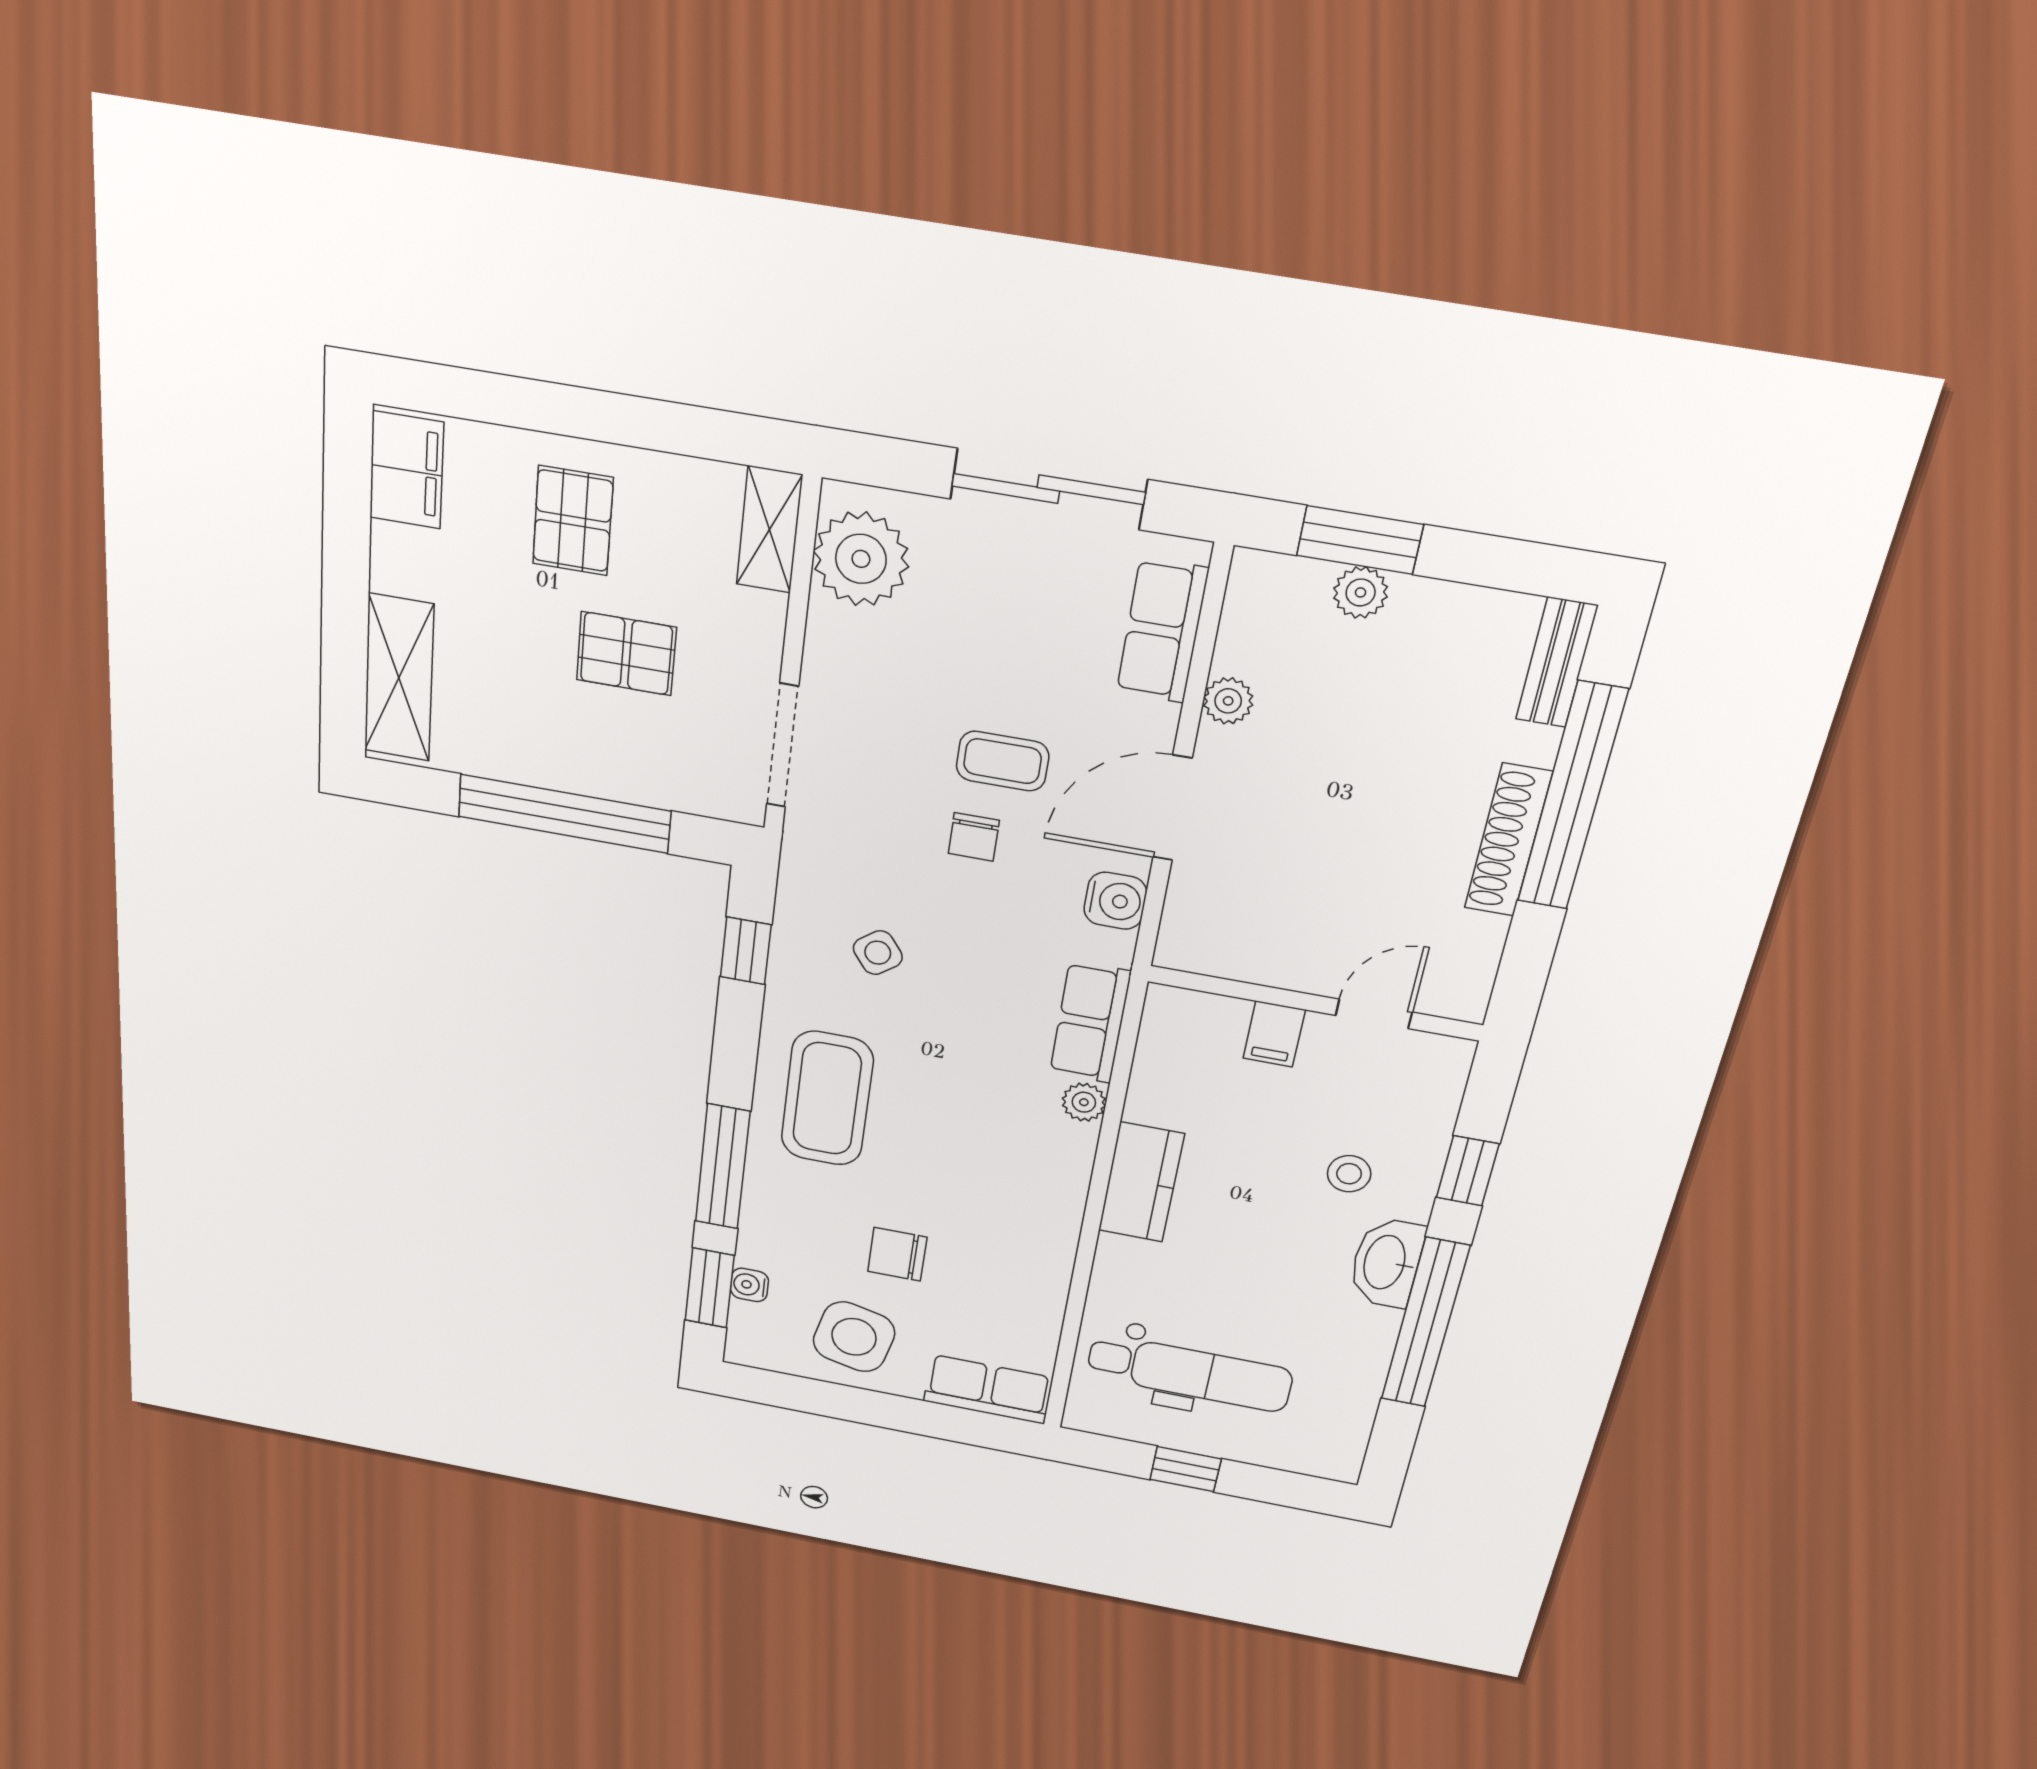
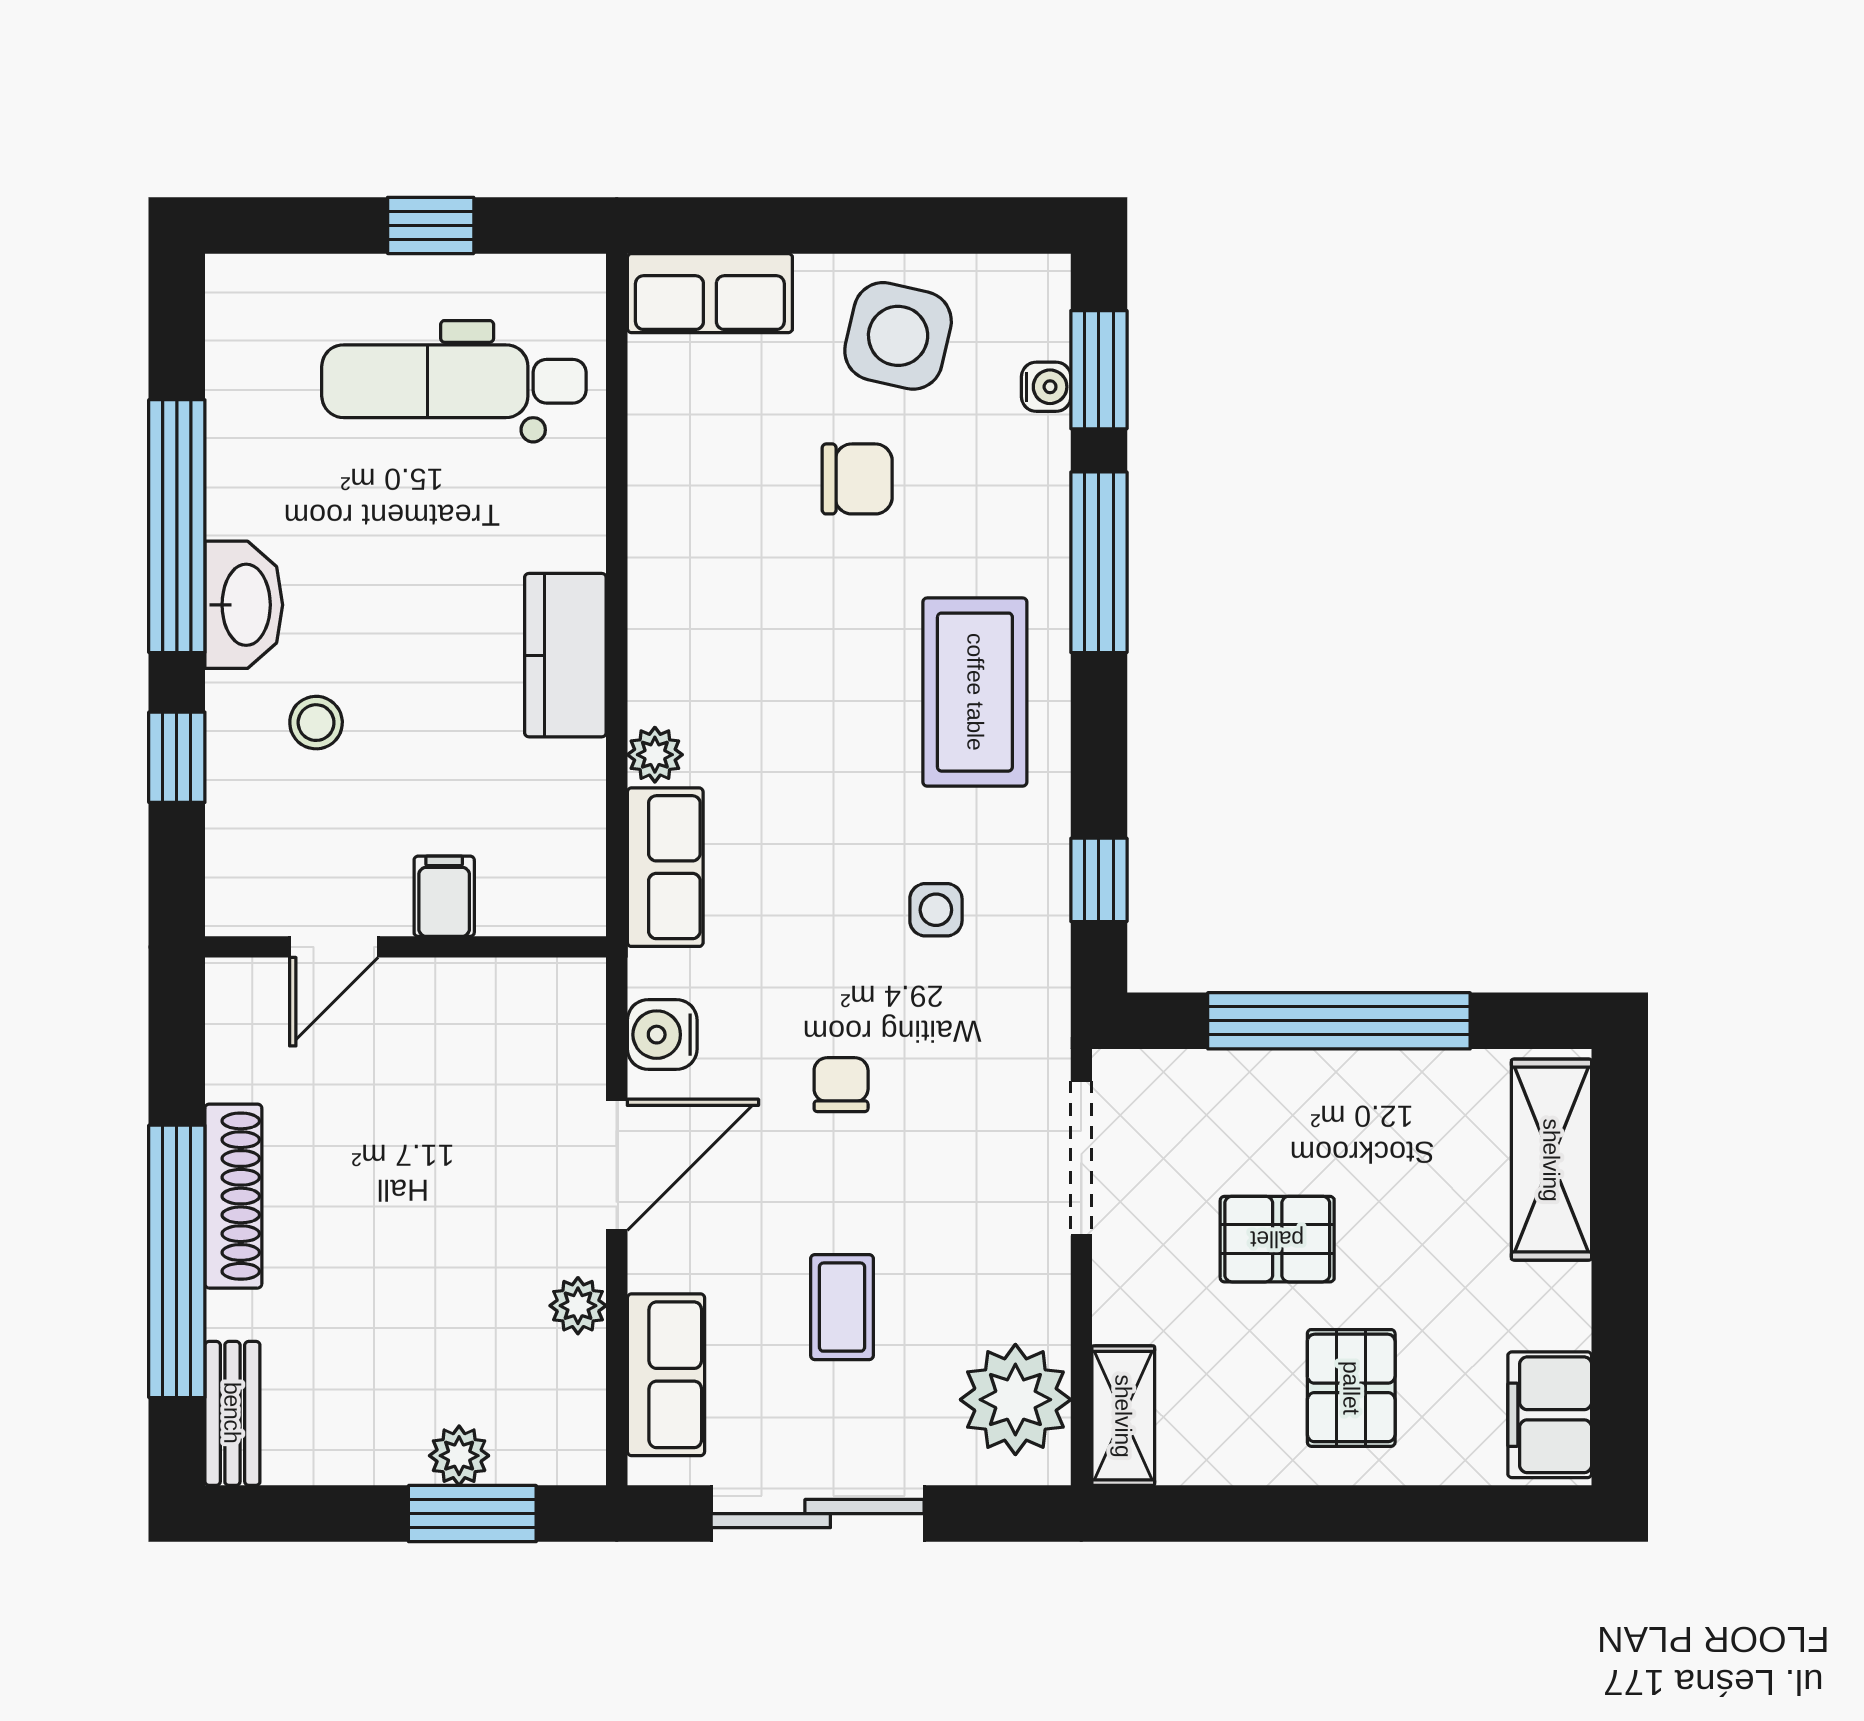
coffee table: (1003, 761) -> (842, 1307), moved, turned 90
side table: (878, 953) -> (936, 910), turned 37

